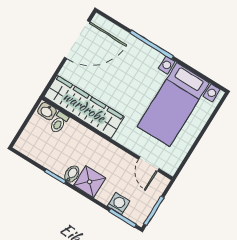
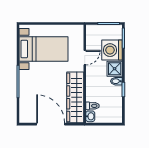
door: (77, 40) -> (51, 124), moved
door: (149, 164) -> (85, 58), moved
washing machine: (119, 204) -> (112, 50), width x1.89, depth x1.89

